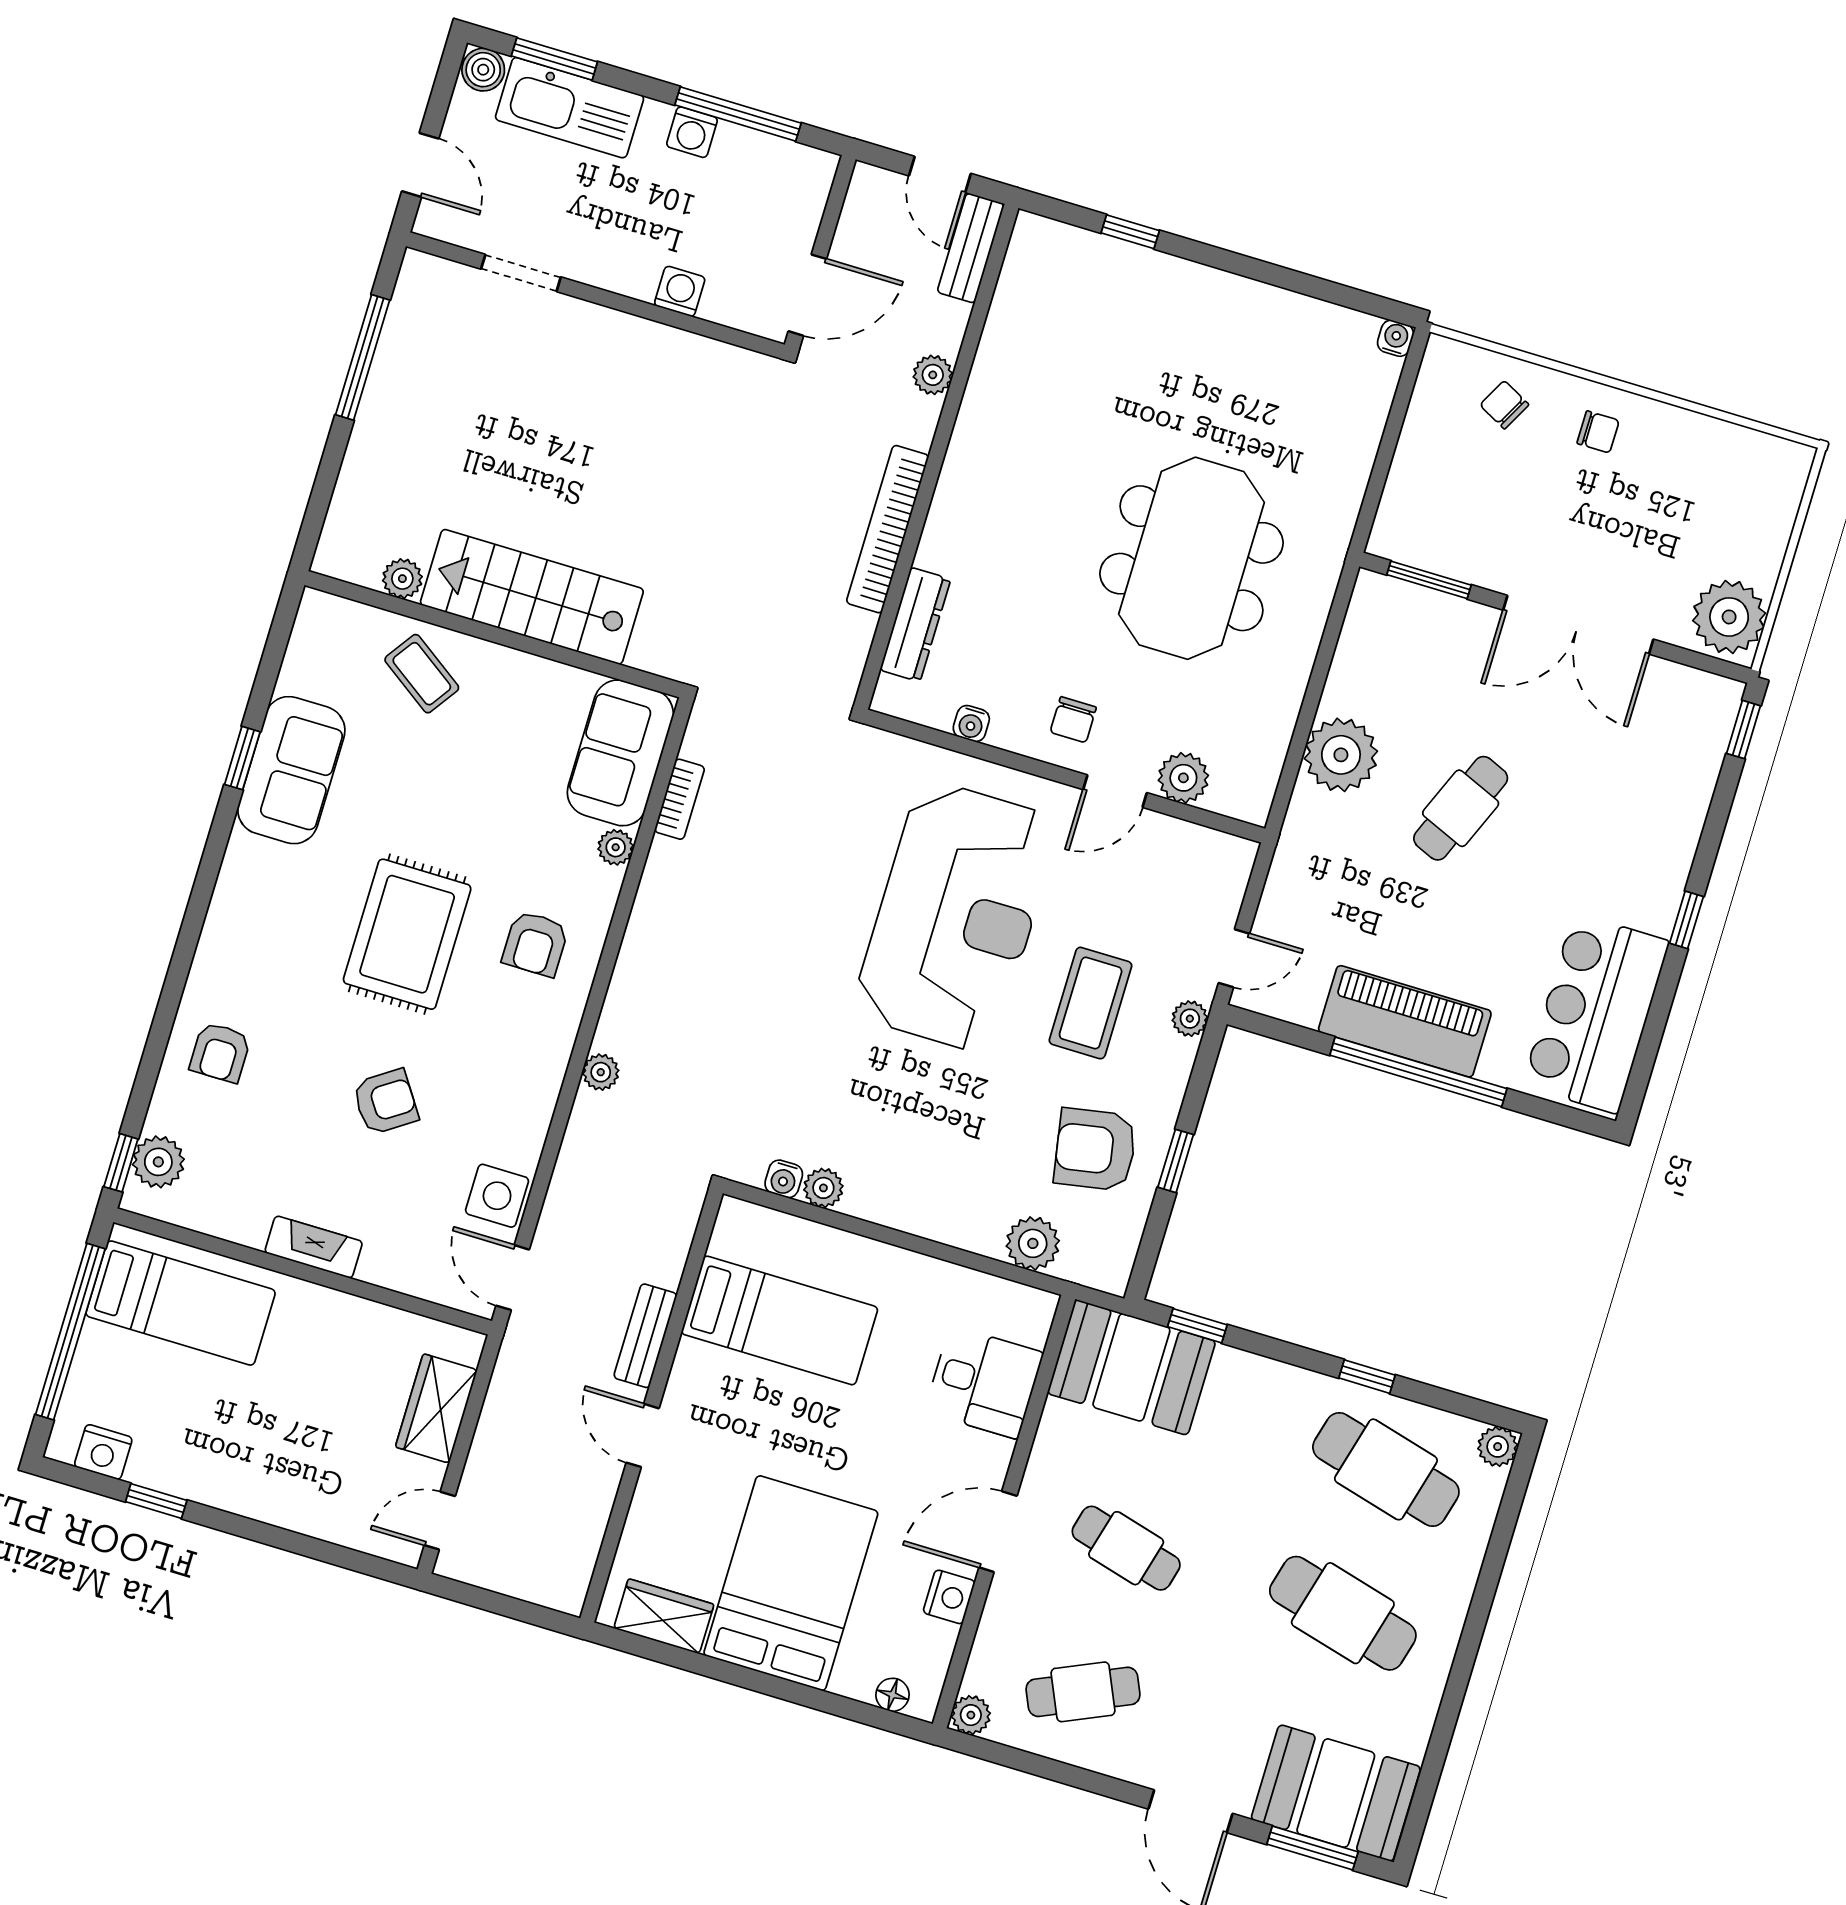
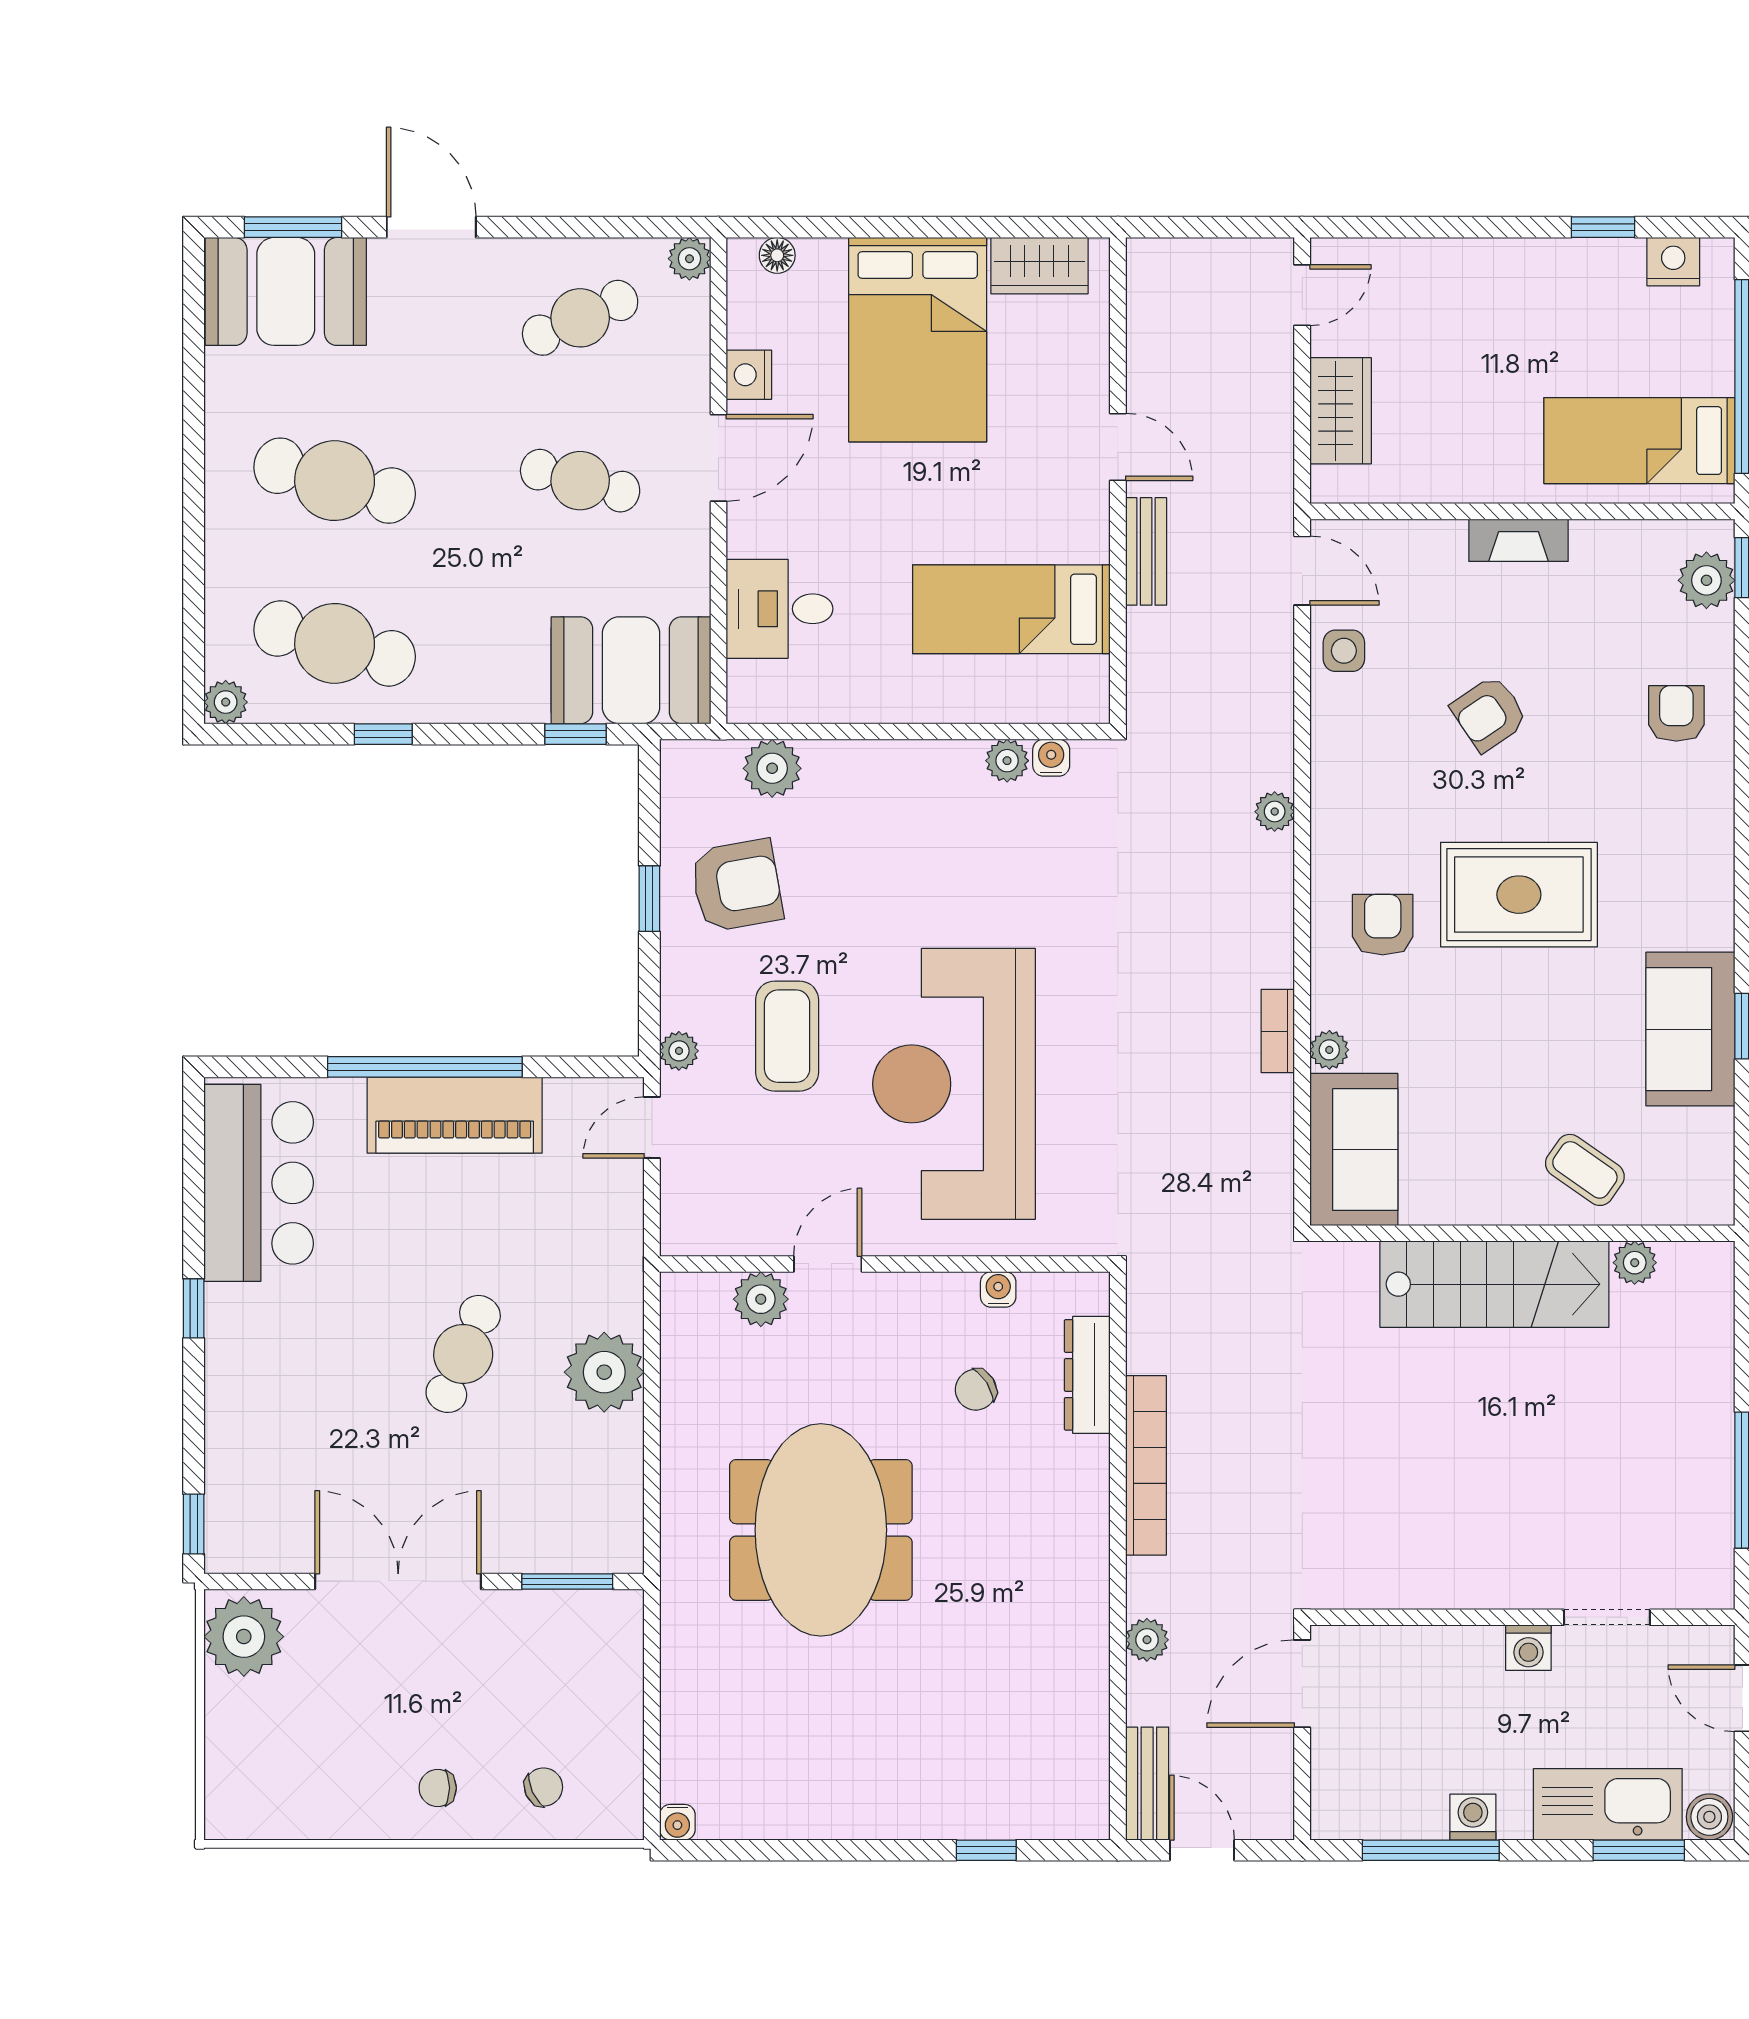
washing machine: (680, 291) -> (1528, 1648), moved
chair: (1504, 405) -> (544, 1787), turned -53
chair: (1073, 720) -> (976, 1390), moved, turned -122
bookcase: (680, 799) -> (1278, 1031), moved
rug: (407, 934) -> (1519, 895), turned 90
side table: (497, 1196) -> (1344, 651), width x0.73, depth x0.73

